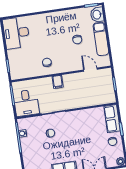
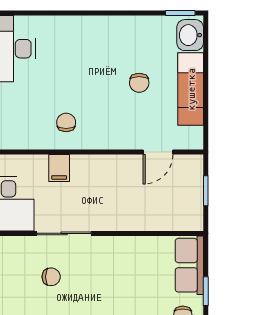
door: (90, 70) -> (158, 152), swing flipped
filing cabinet: (58, 82) -> (59, 168), moved

